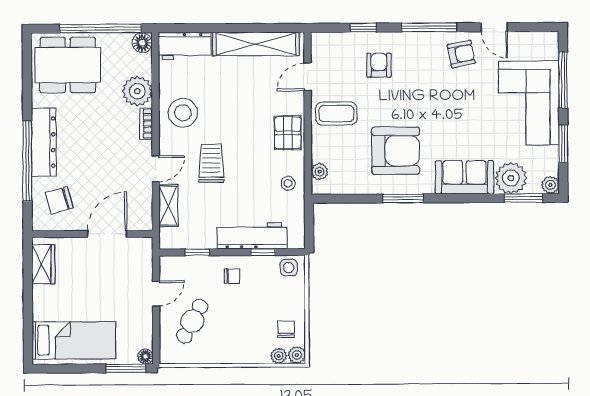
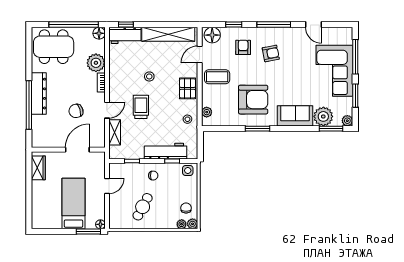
window: (186, 28) -> (126, 24), added
floor lamp: (328, 45) -> (212, 35), added
armchair: (461, 54) -> (271, 53), moved
stool: (183, 113) -> (149, 76), moved, width x0.53, depth x0.53
chair: (59, 200) -> (76, 111), moved
cafe table: (192, 321) -> (143, 207), moved
bed: (74, 340) -> (73, 204), moved, turned -90

